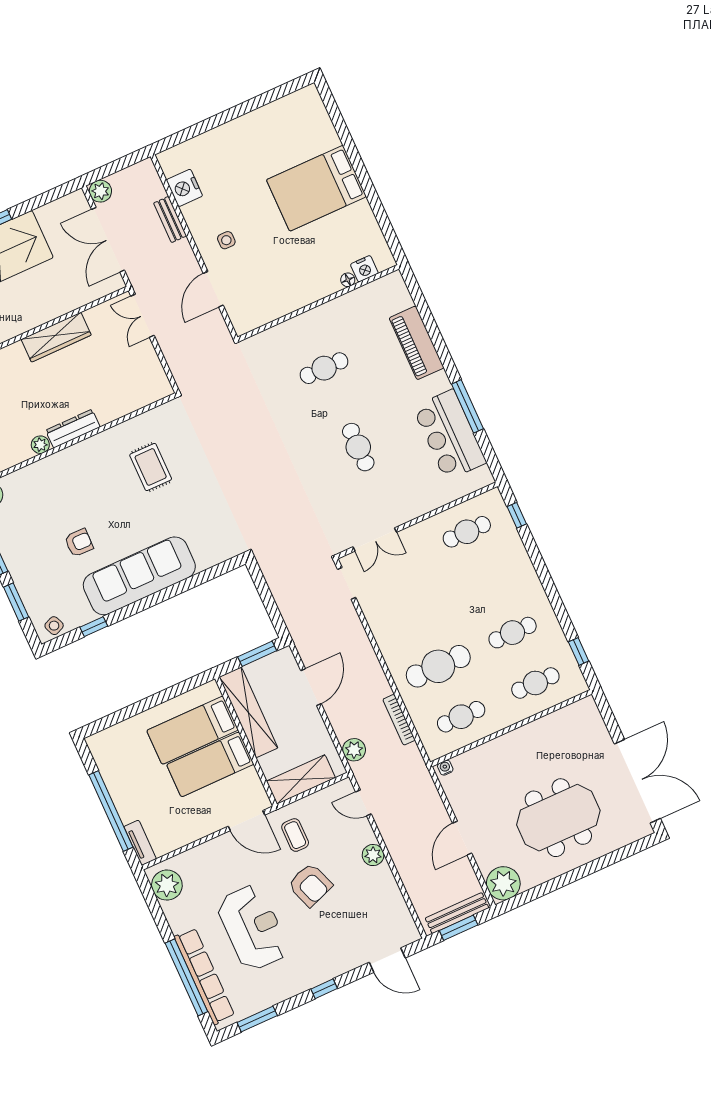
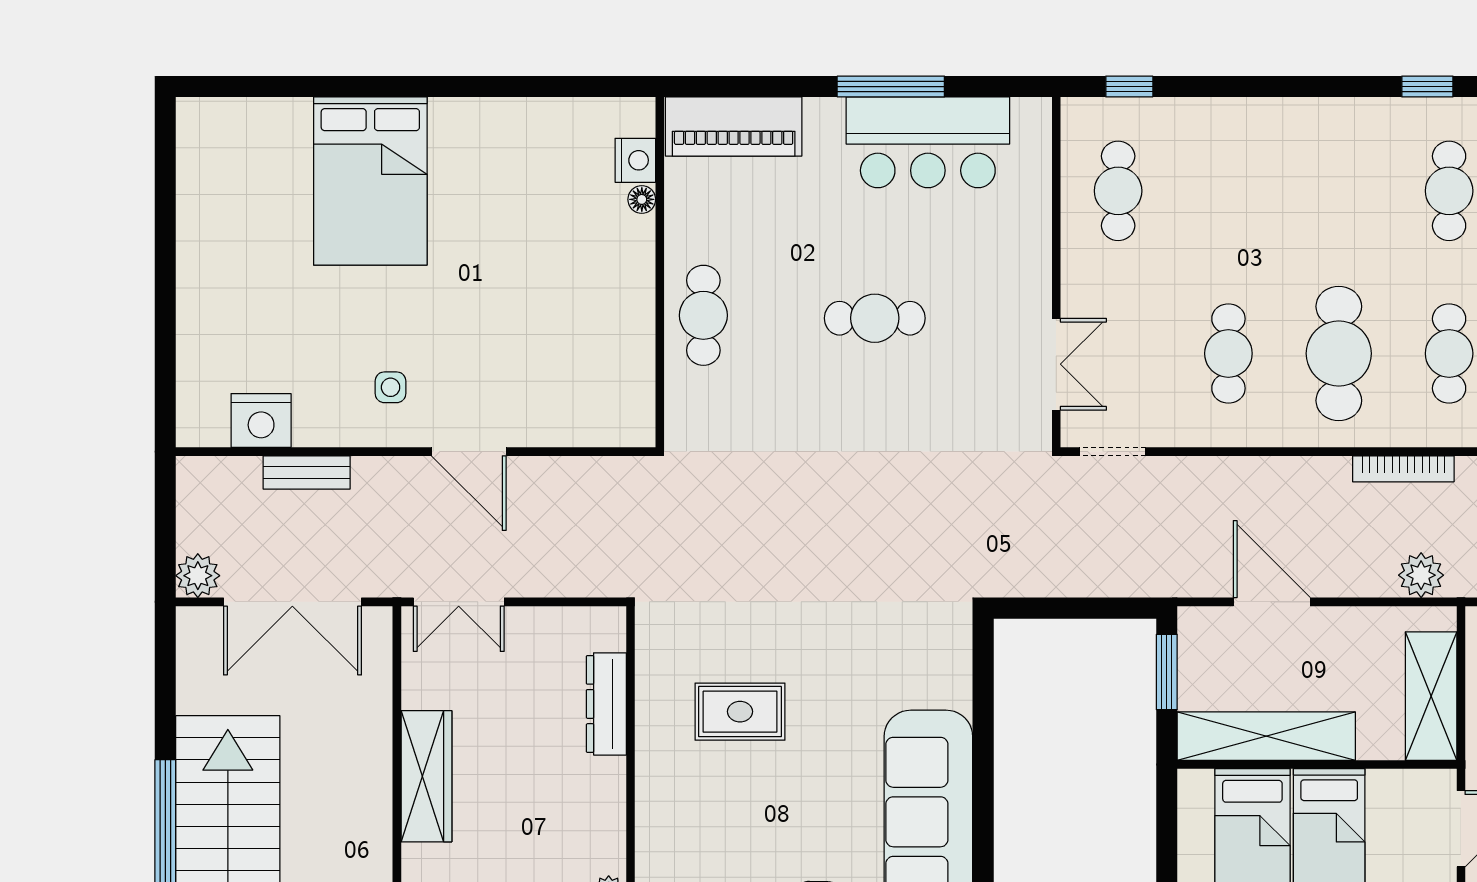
nightstand: (364, 269) -> (635, 160), moved
floor lamp: (348, 280) -> (642, 199), moved
wall: (318, 303) -> (660, 272), moved
dresser: (73, 429) -> (606, 704), moved
cafe table: (513, 633) -> (1228, 353), moved

